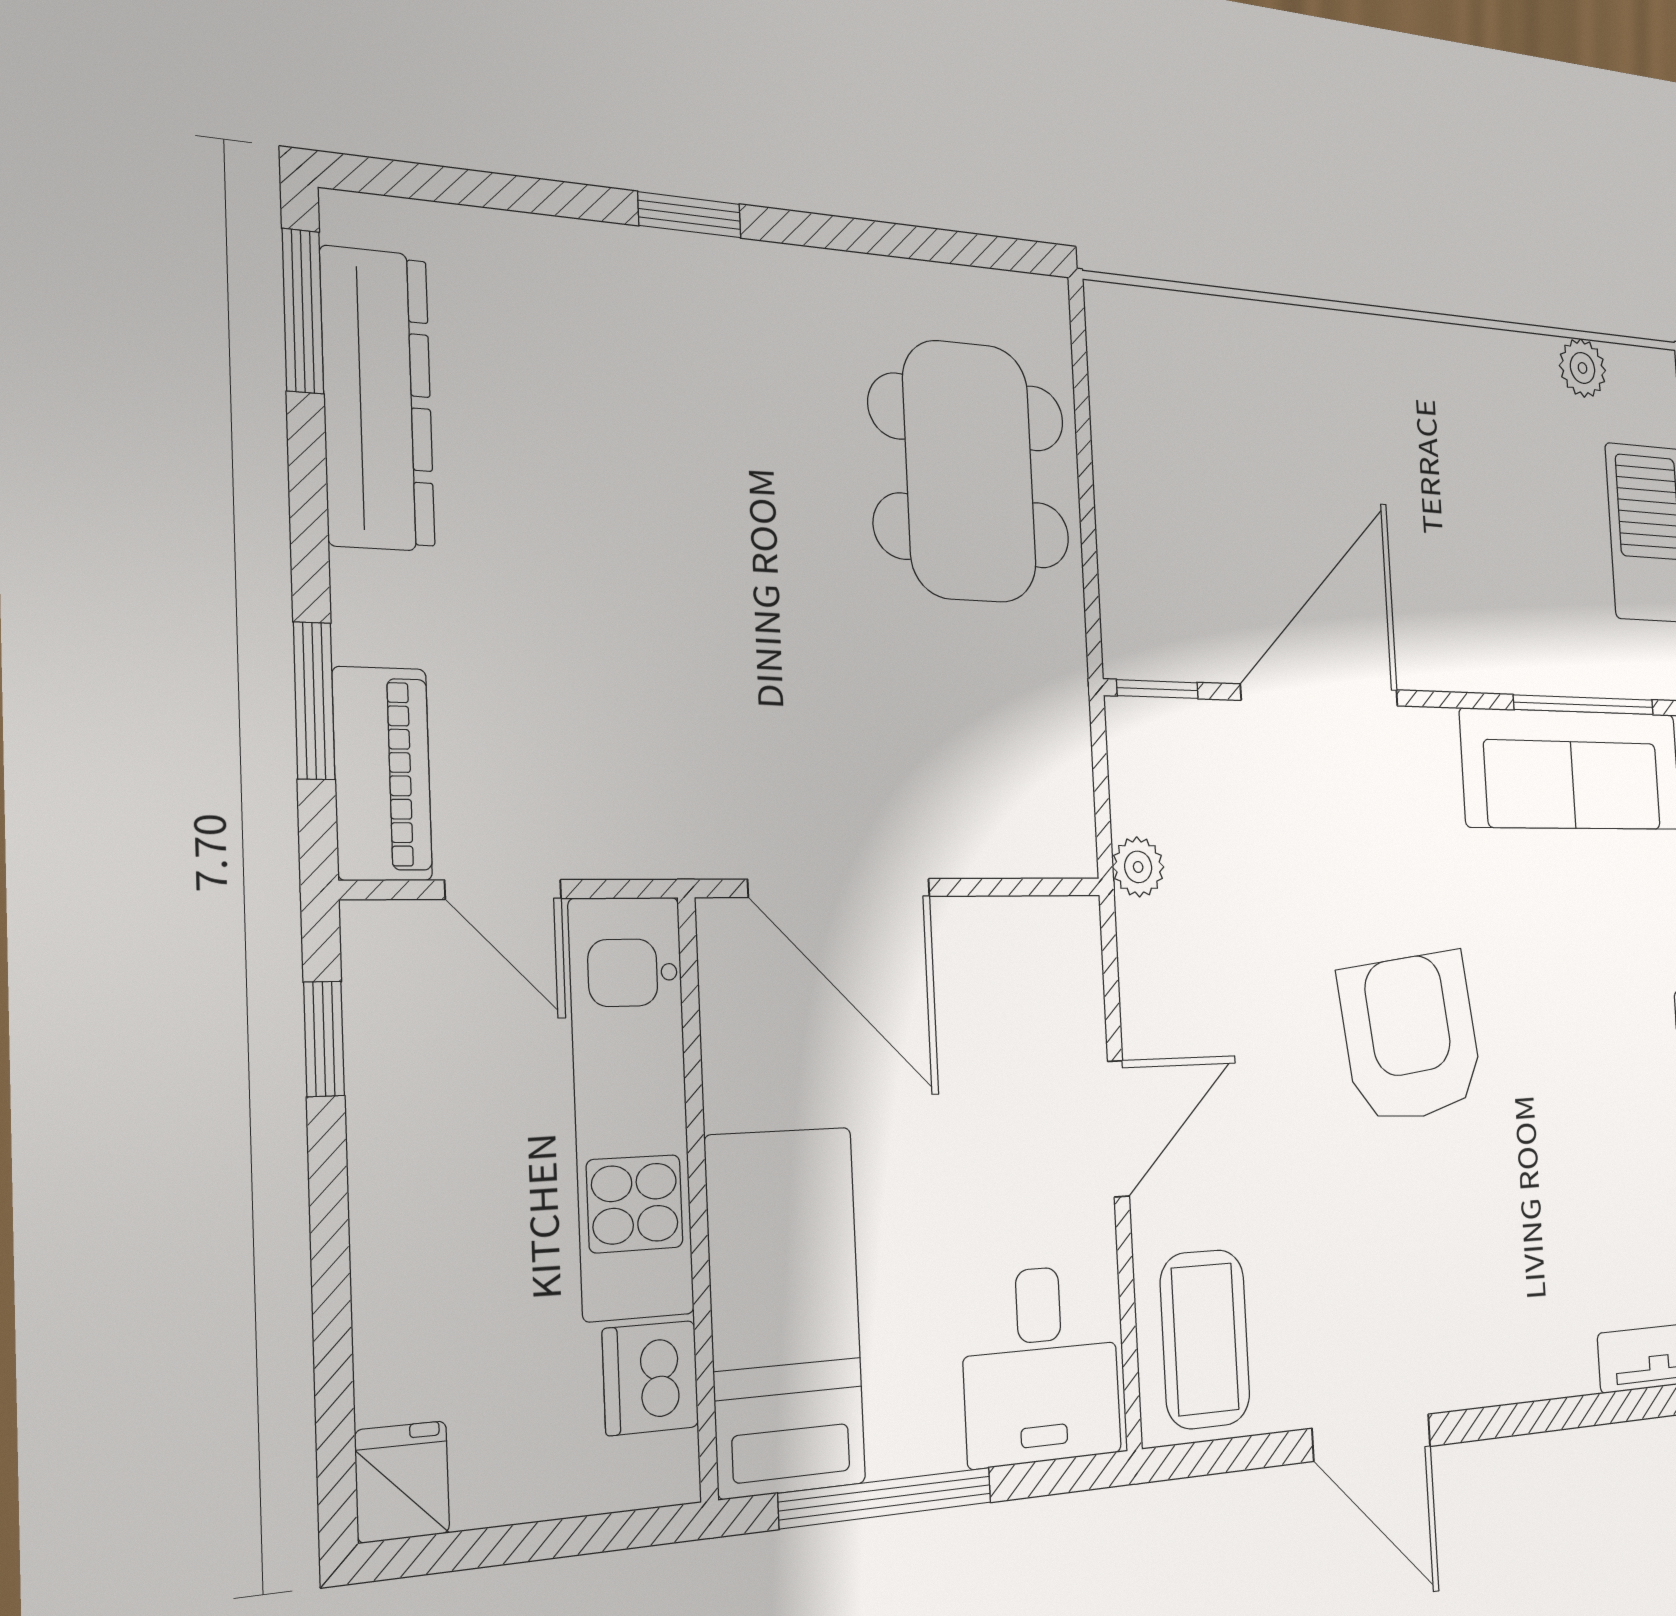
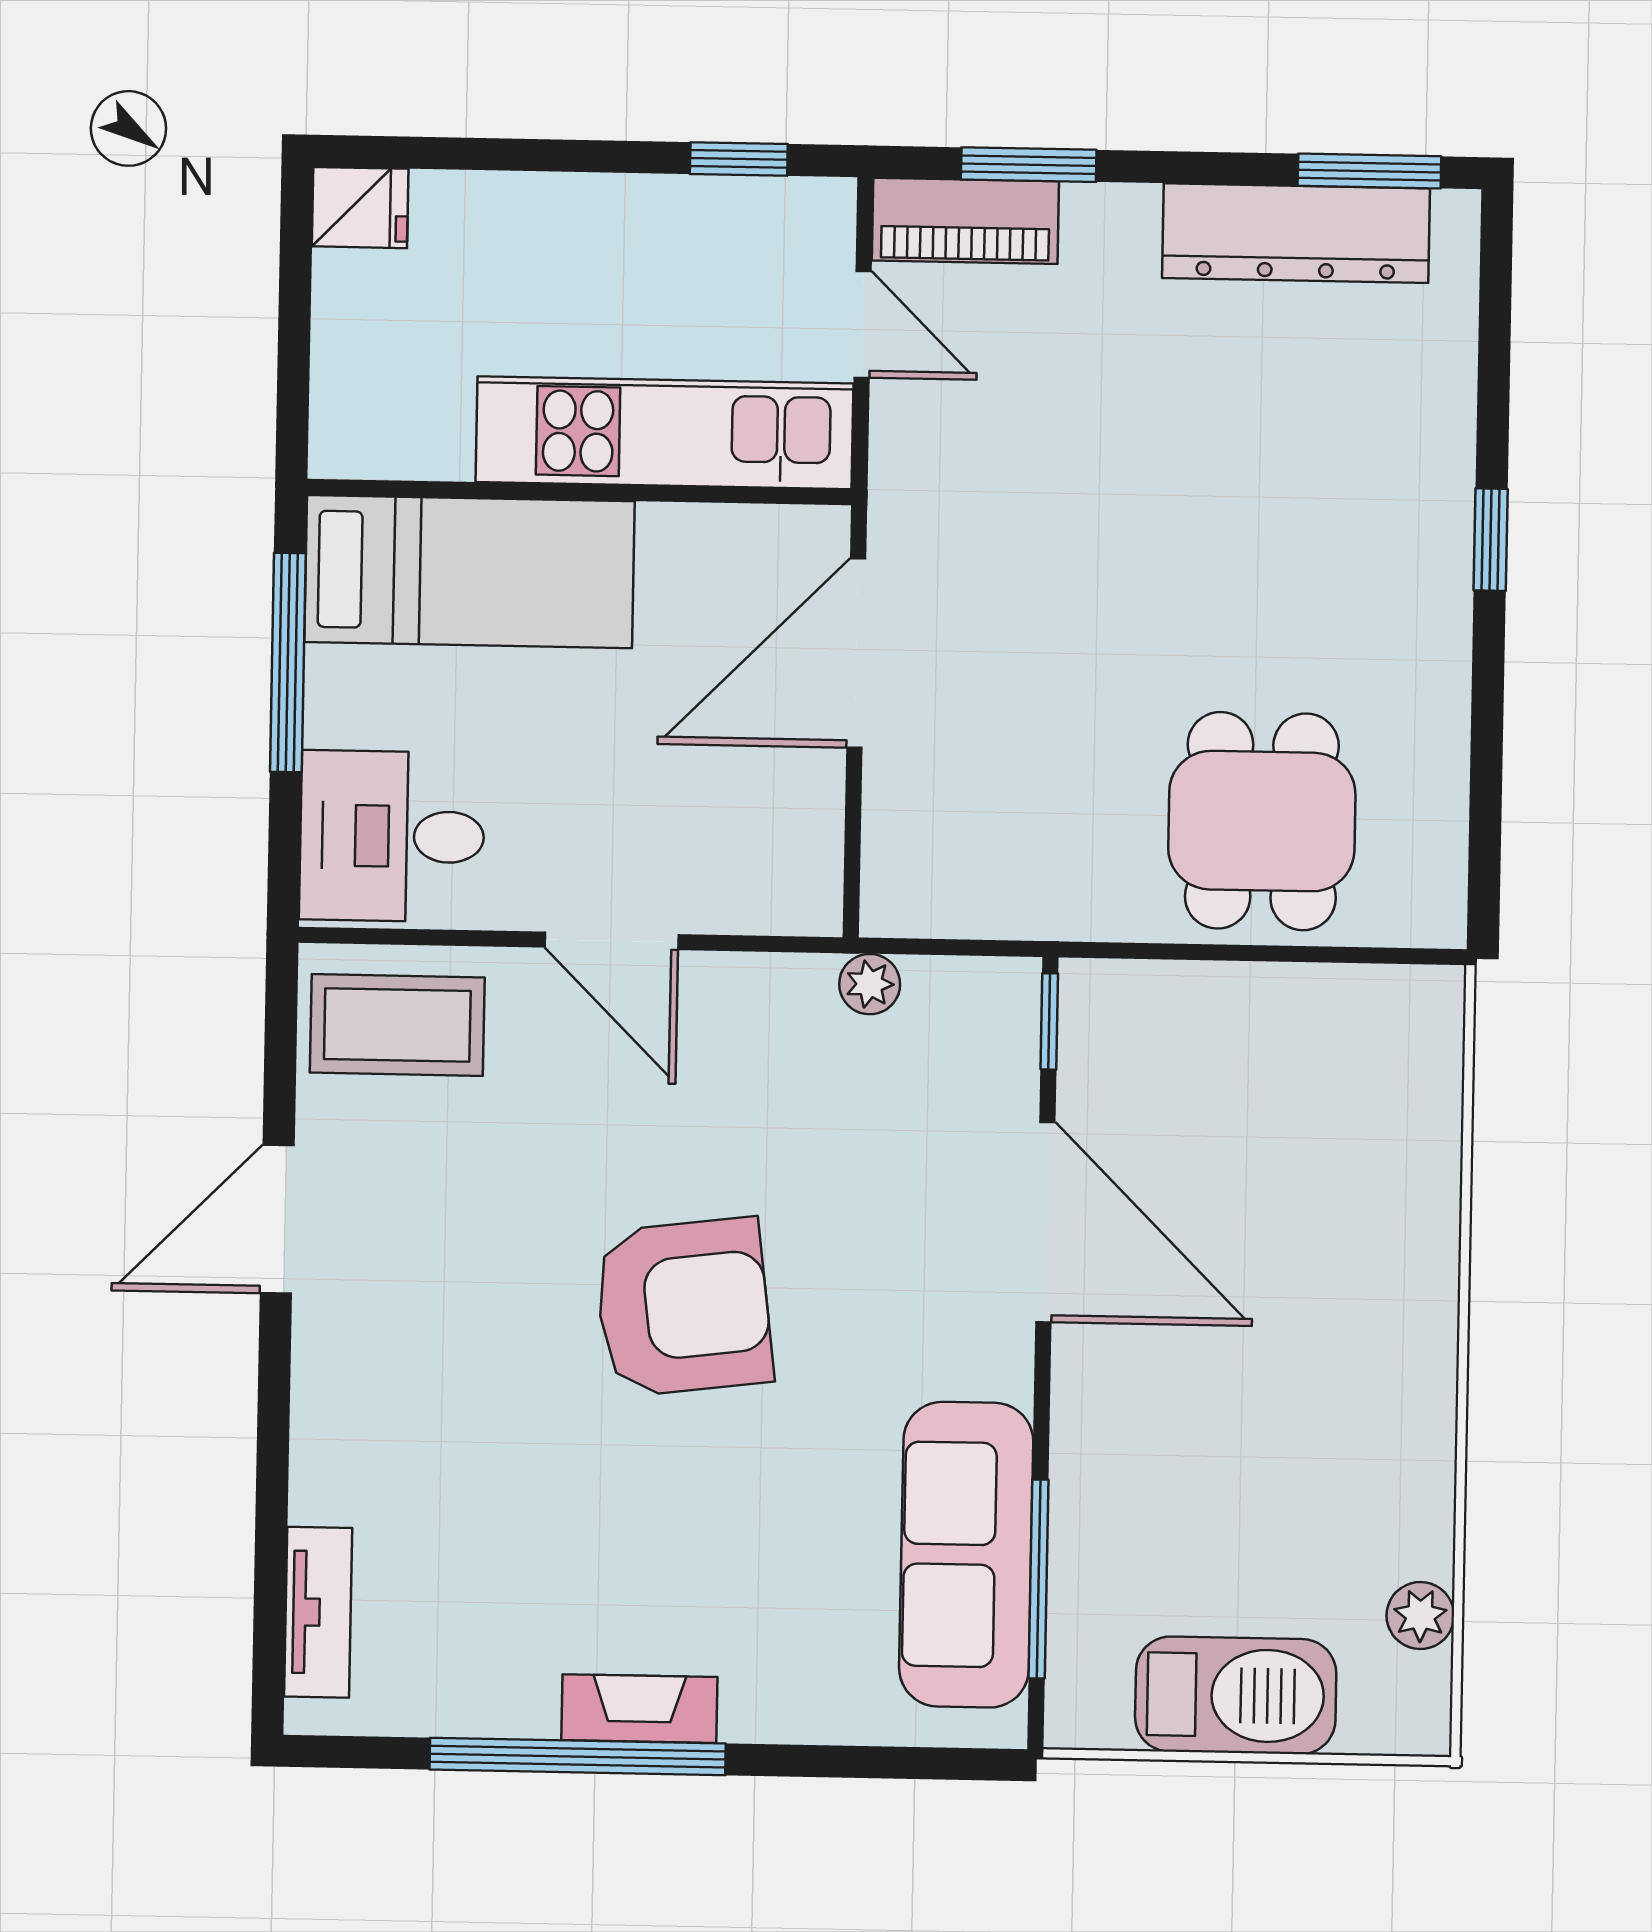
dining table: (970, 471) -> (1262, 821), width x0.73
door: (503, 889) -> (863, 324), swing flipped
dishwasher: (651, 1378) -> (423, 437), removed

